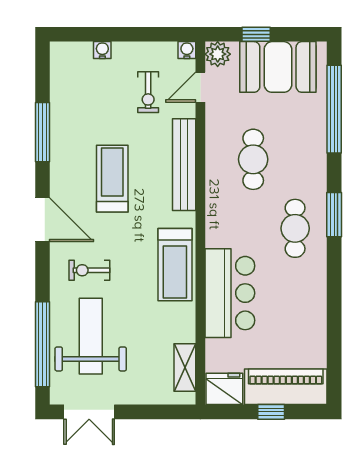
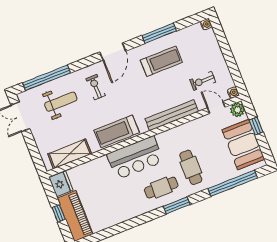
water cooler: (102, 50) -> (206, 24), moved
cafe table: (253, 159) -> (191, 167), moved, turned 90
treadmill: (112, 179) -> (161, 61), moved
bar counter: (230, 293) -> (135, 158), moved
weight bench: (91, 336) -> (61, 102), width x0.73, depth x0.75
shelving: (185, 368) -> (70, 154), width x1.50, depth x1.33

